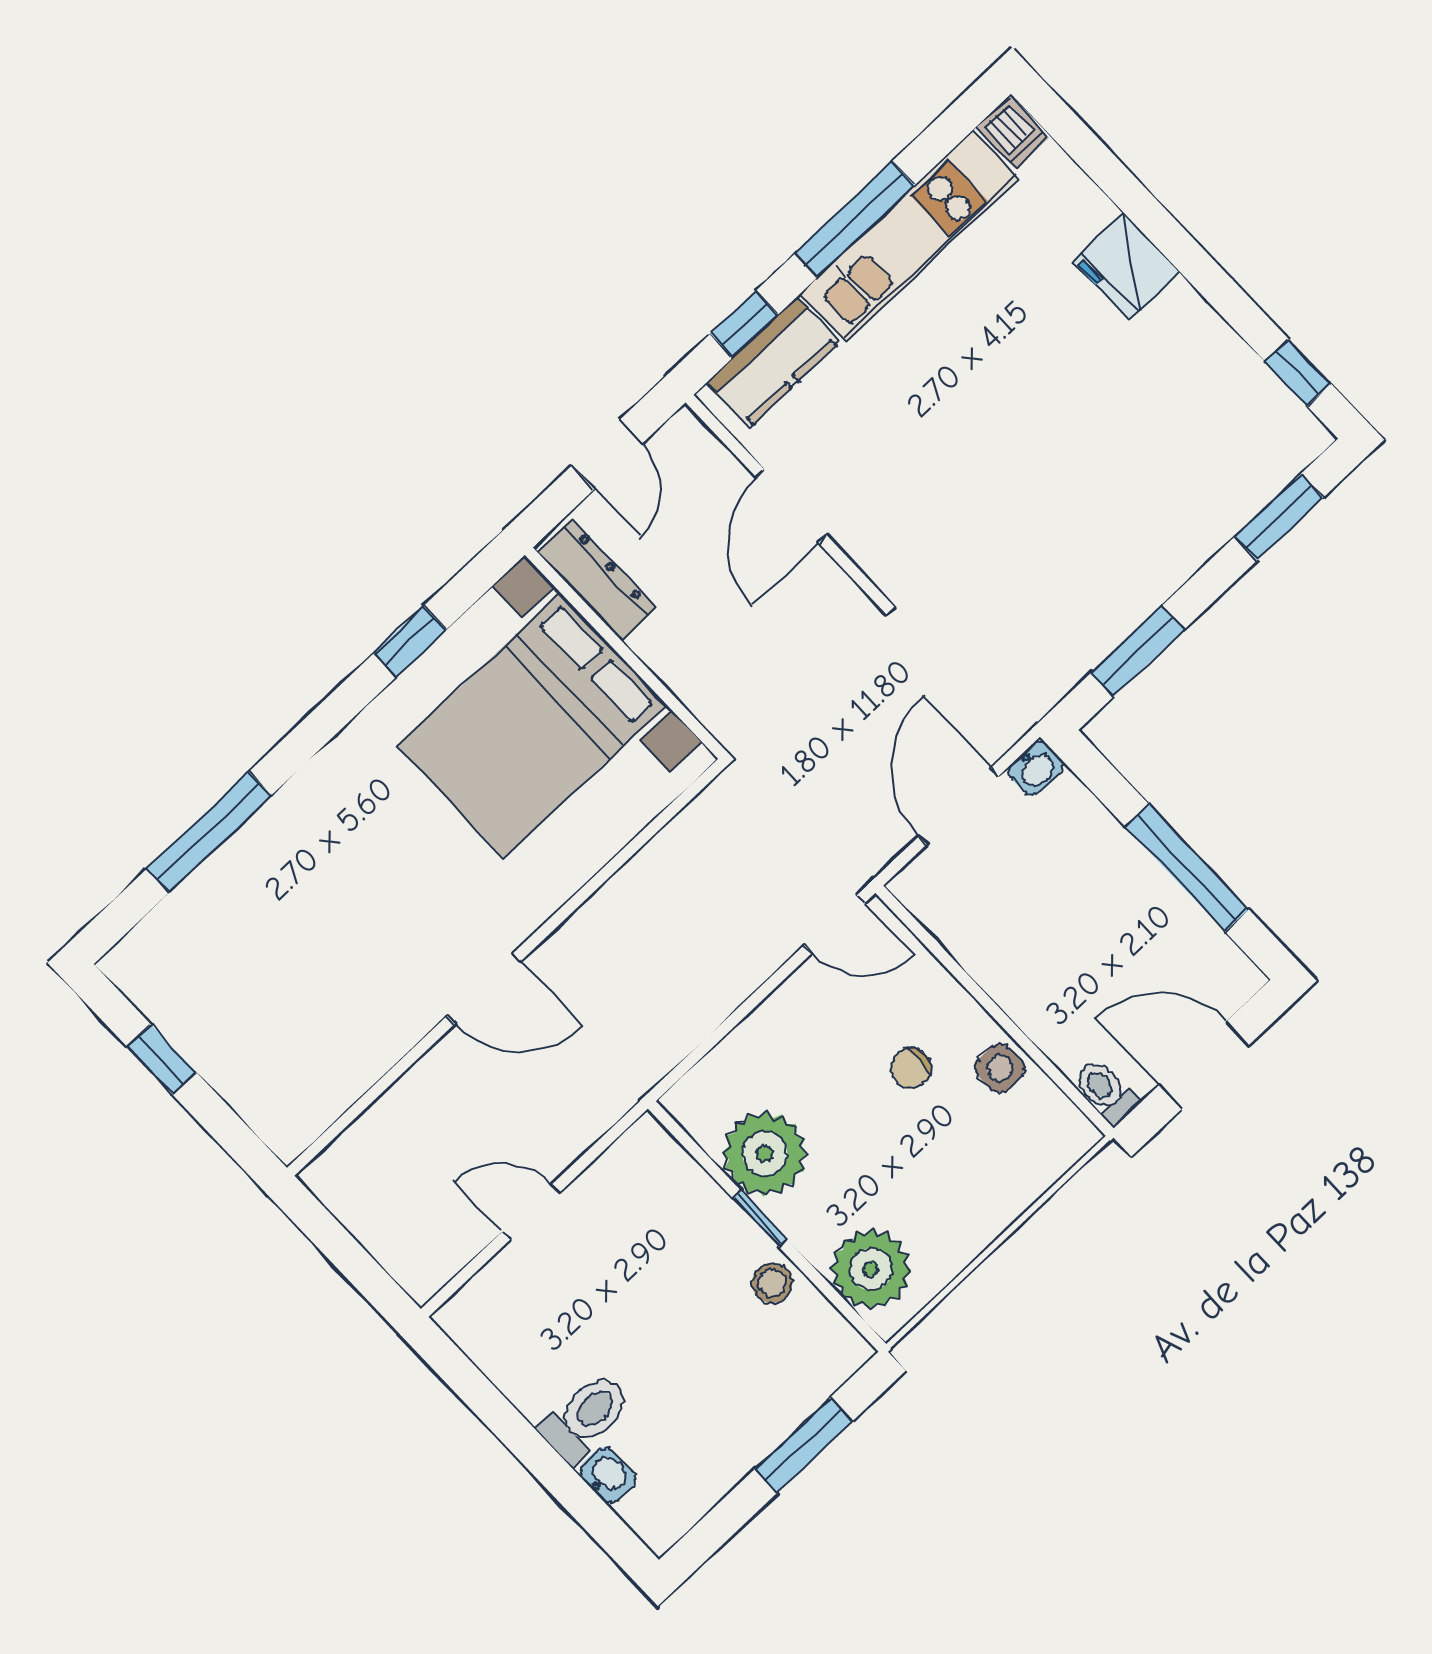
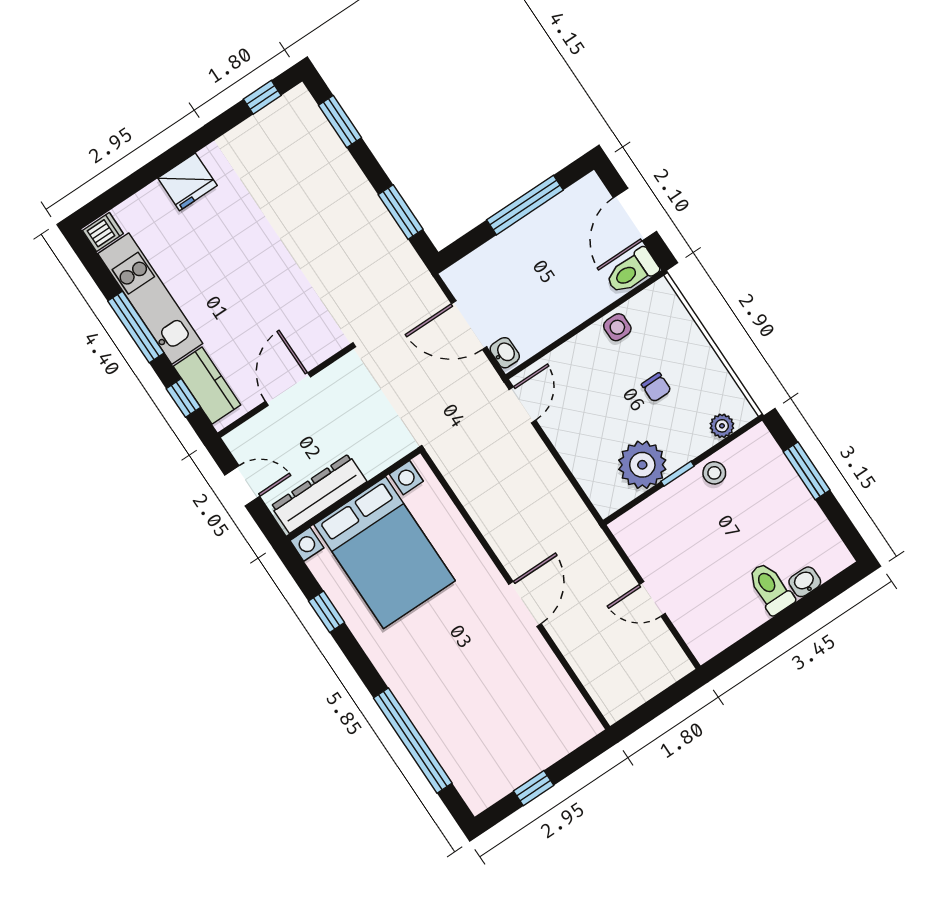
door: (791, 506) -> (288, 389), swing flipped
dresser: (597, 580) -> (319, 494), width x1.37, depth x1.24
washbasin: (1036, 768) -> (505, 353), moved
window: (209, 832) -> (413, 741), width x1.46
chair: (911, 1068) -> (656, 387), moved
toilet: (1106, 1091) -> (632, 271), width x1.37, depth x1.39
door: (531, 1212) -> (652, 599), hinge flipped
plant: (871, 1269) -> (722, 426), width x0.53, depth x0.53

